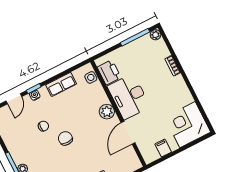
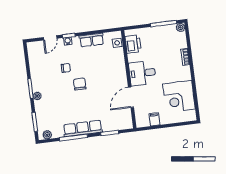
desk: (129, 96) -> (142, 73), width x0.73
plant: (107, 112) -> (120, 75), removed
corner desk: (188, 125) -> (179, 96), moved, turned -90

